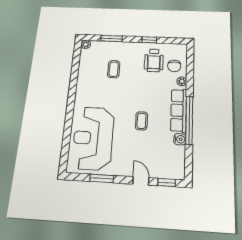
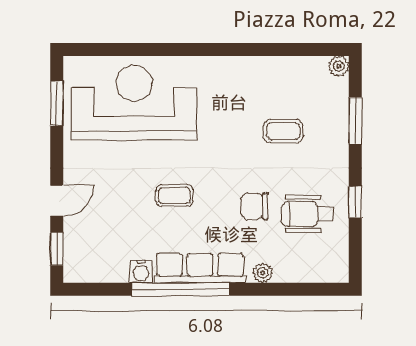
chair: (174, 66) -> (255, 206), moved
window: (102, 178) -> (57, 103), moved

